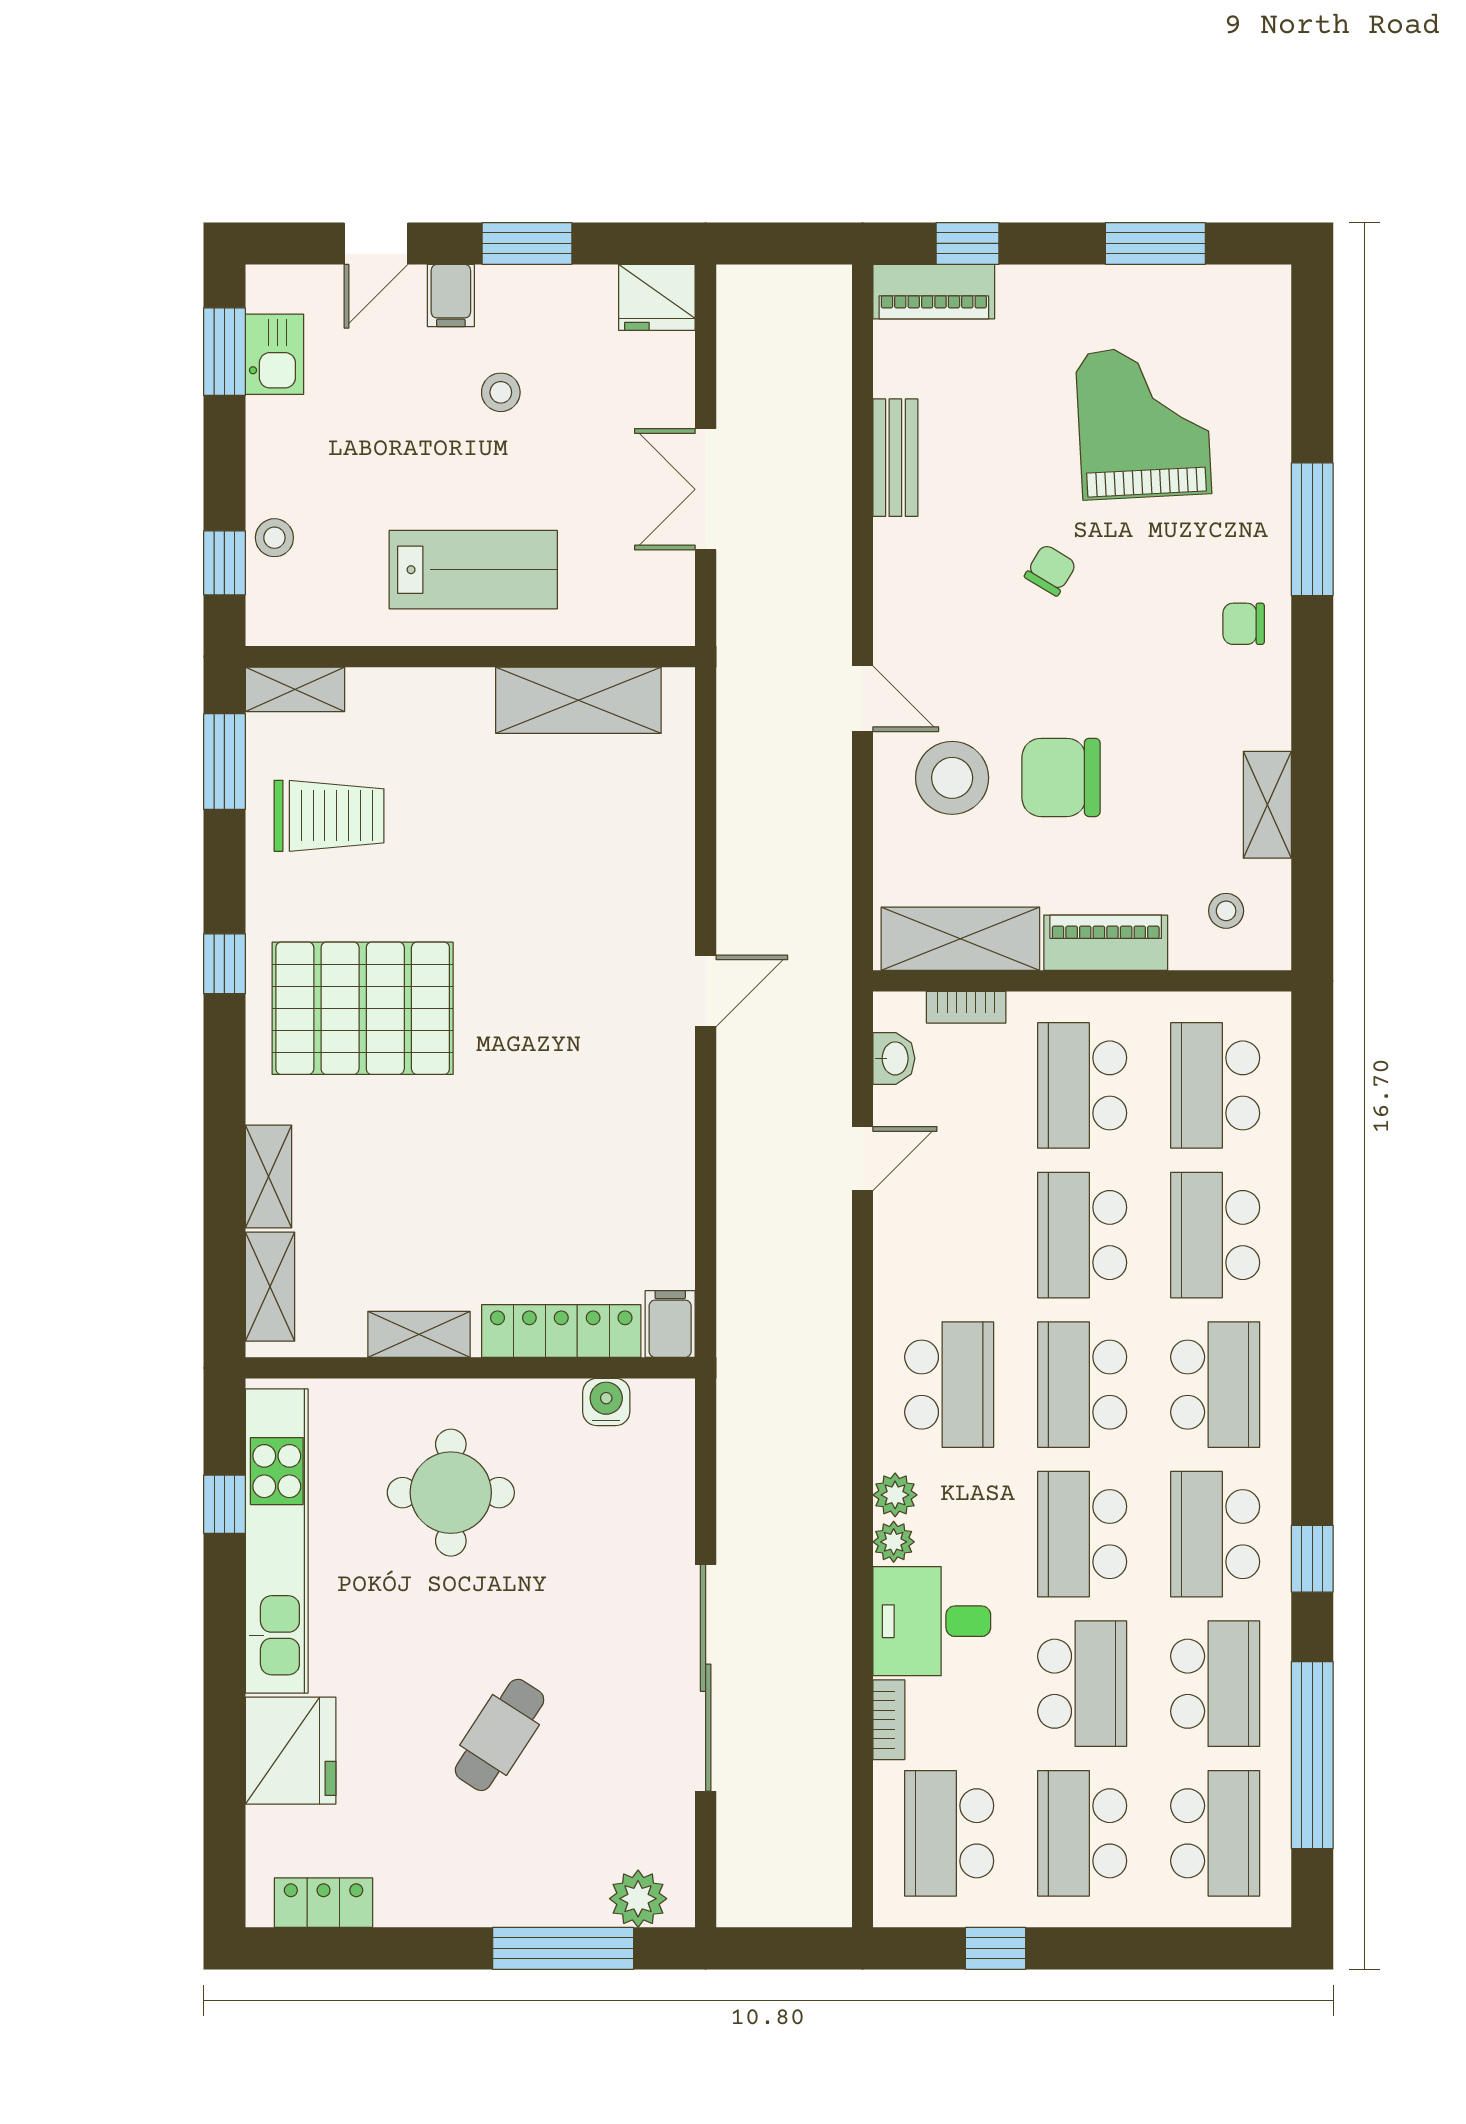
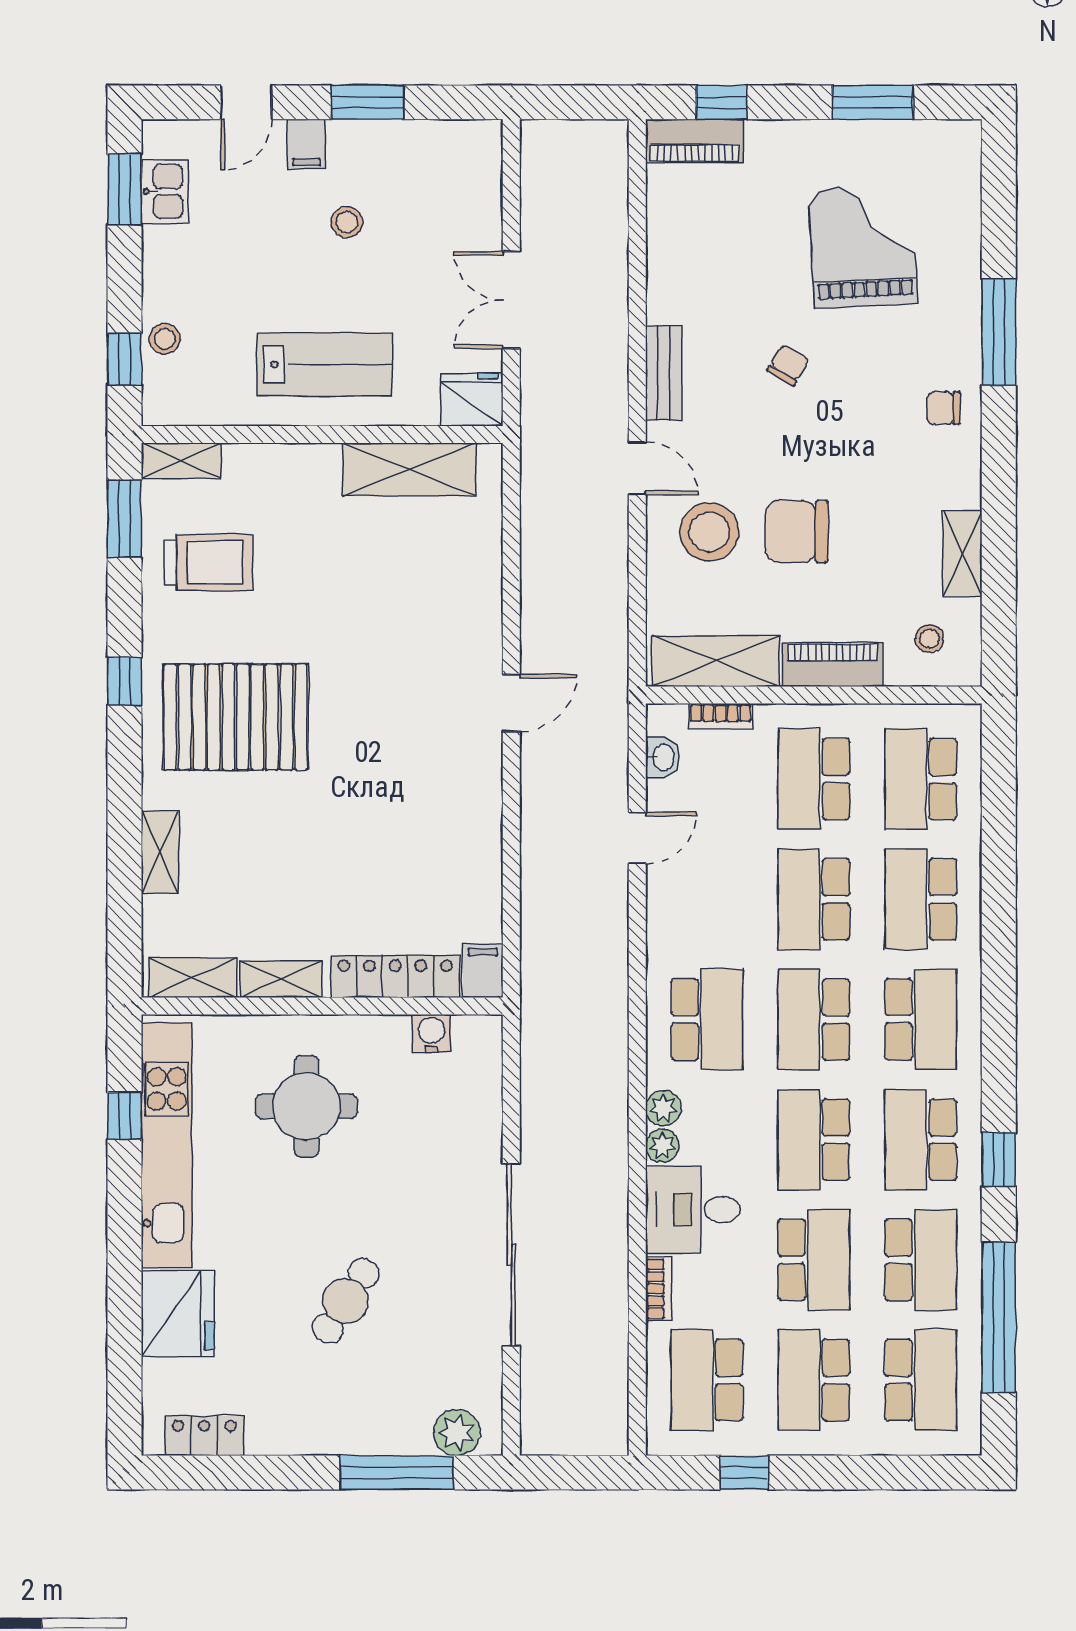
fridge: (657, 297) -> (472, 400), moved, turned 180
bench: (895, 458) -> (664, 373), moved
shelving: (270, 1287) -> (193, 978), moved, turned 90

